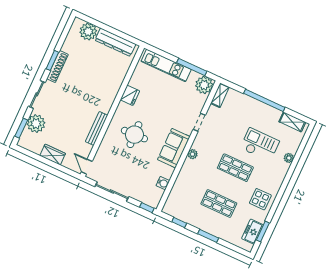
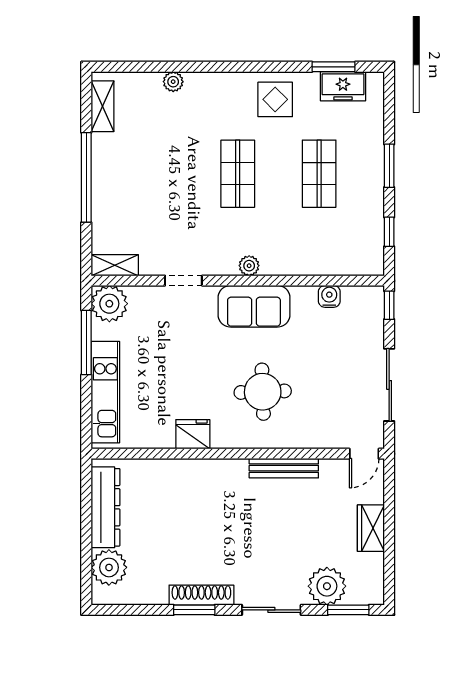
checkout: (260, 145) -> (173, 148), removed

